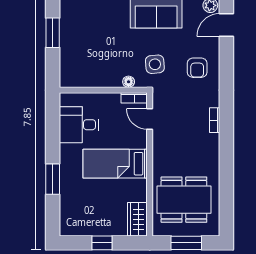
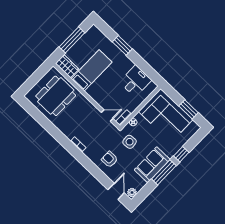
corner sofa: (85, 52) -> (166, 116), added
bed: (115, 164) -> (92, 70), moved
window: (102, 243) -> (72, 40), width x2.17
window: (186, 243) -> (35, 78), removed

